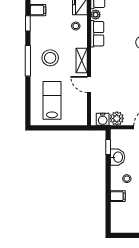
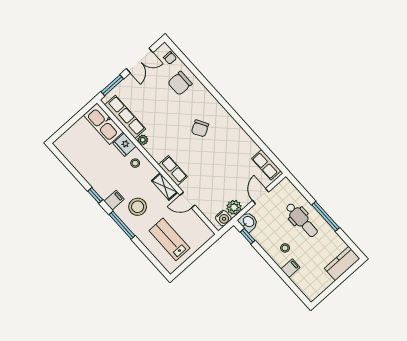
filing cabinet: (38, 10) -> (114, 200), moved
row of seats: (97, 34) -> (173, 171), moved
washbasin: (118, 157) -> (248, 222), moved

